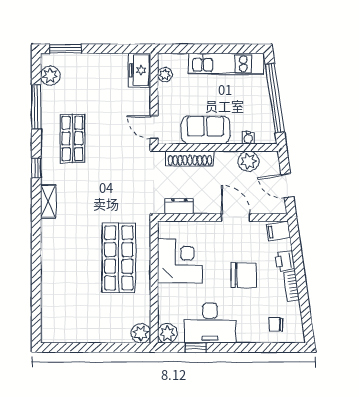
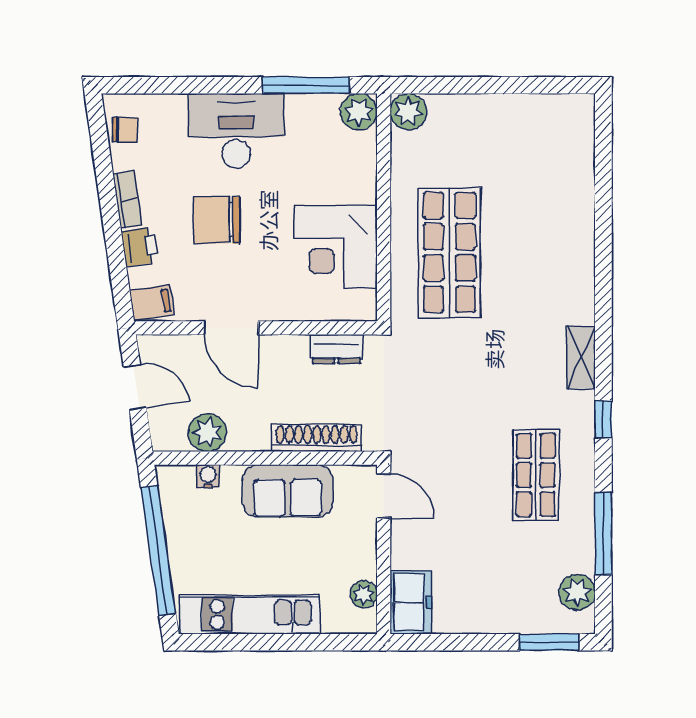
desk: (210, 323) -> (236, 131), moved
chair: (276, 324) -> (125, 130), moved
window: (196, 347) -> (306, 85), width x2.17

